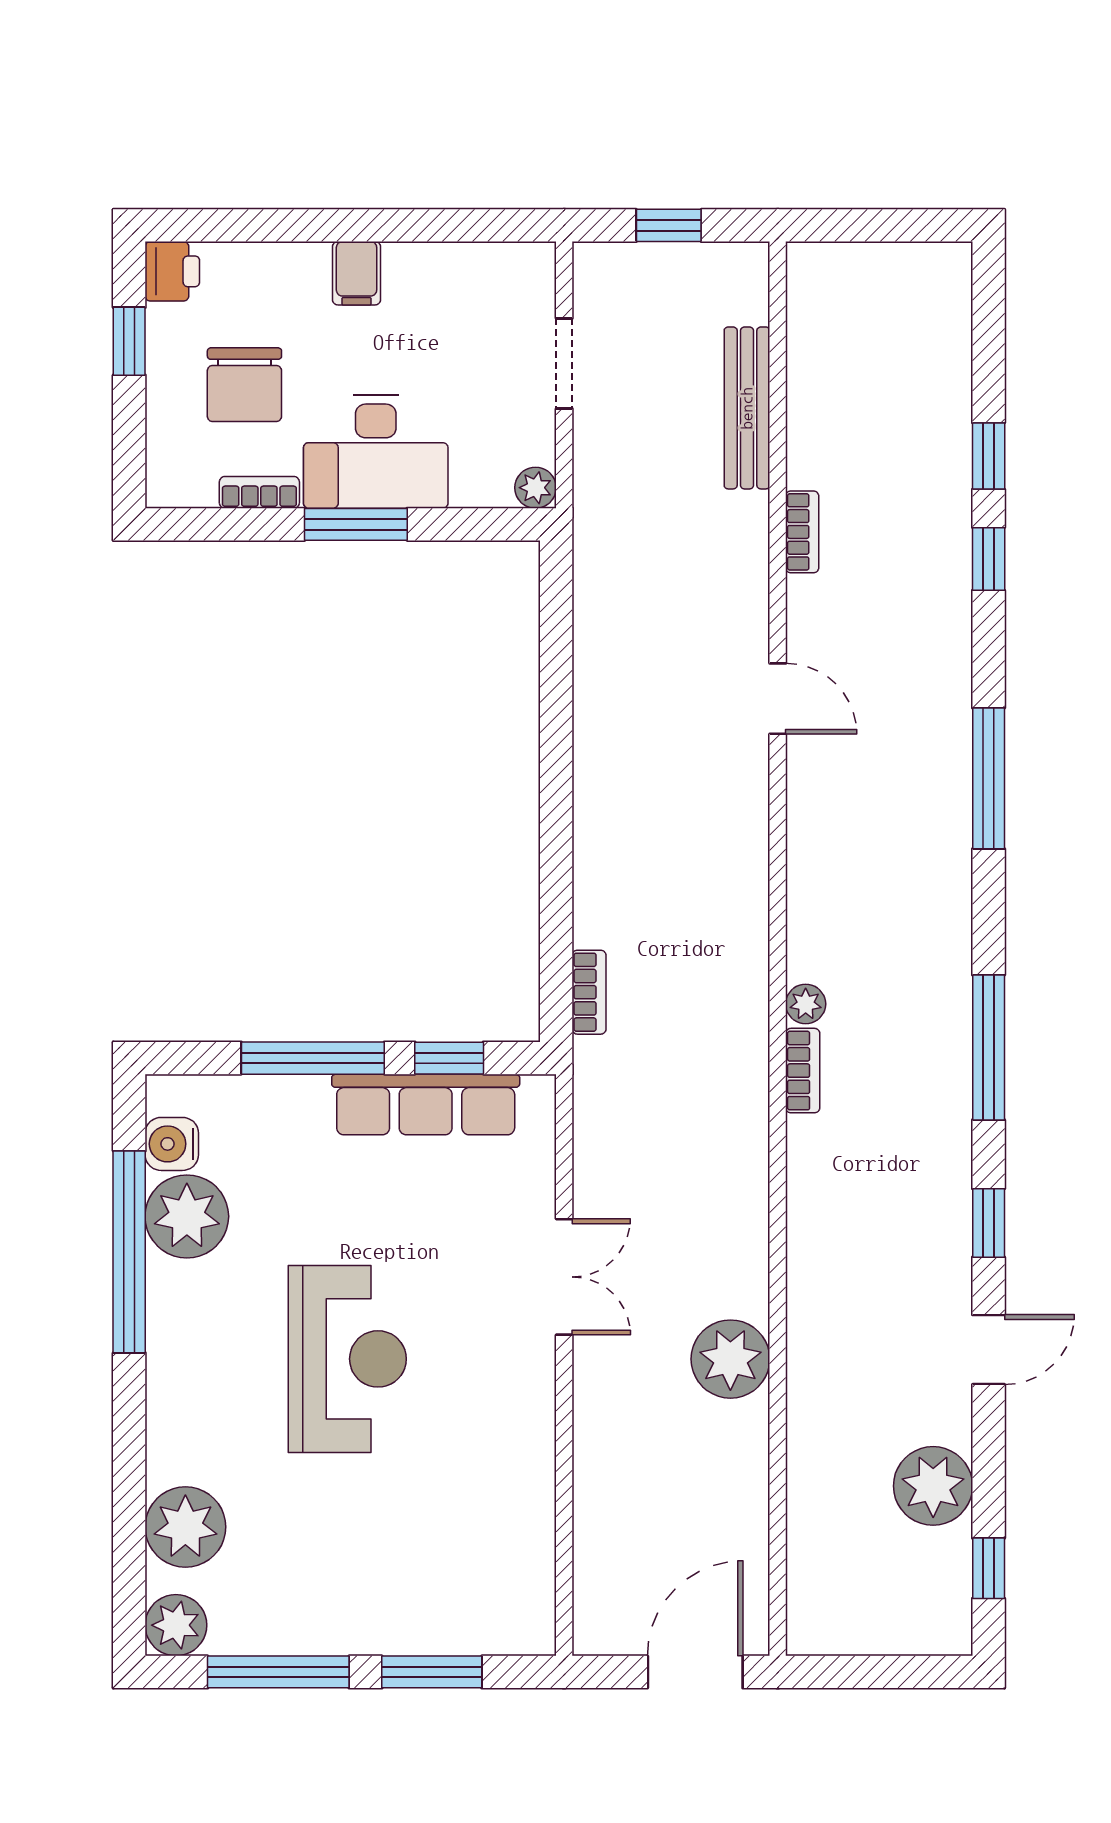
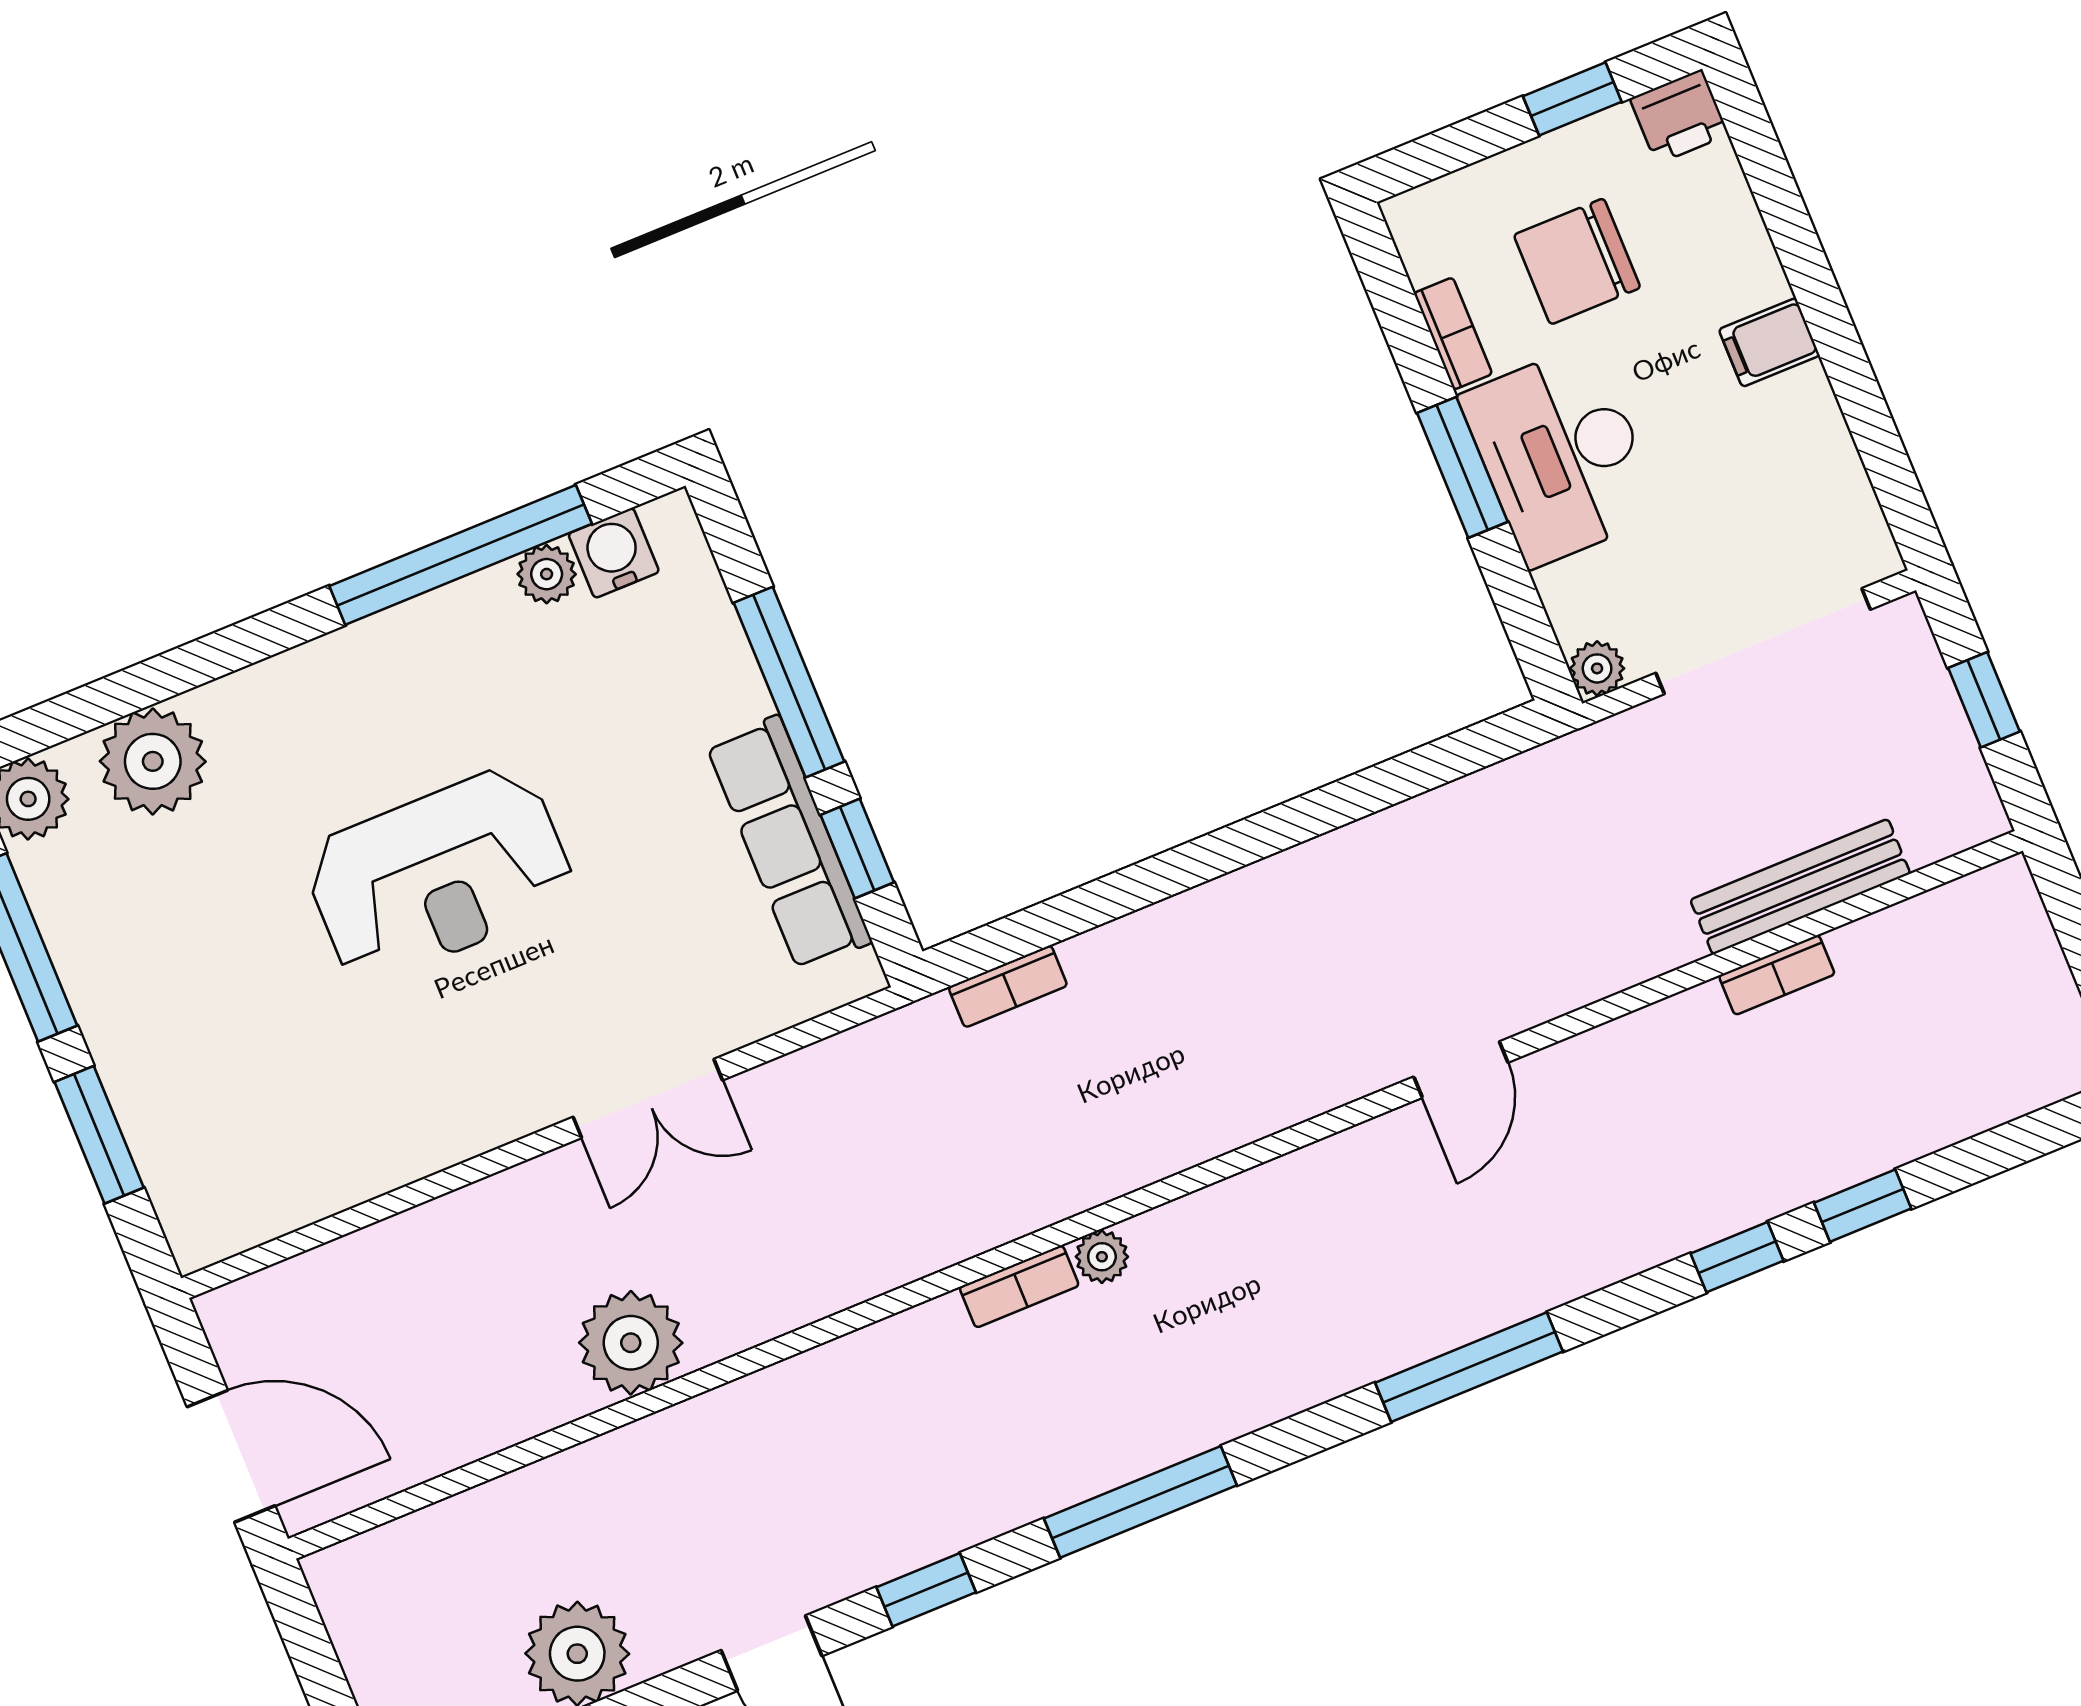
doorway: (564, 363) -> (1763, 641), width x1.87
bookcase: (802, 532) -> (1777, 975), moved
plant: (187, 1216) -> (547, 574), width x0.53, depth x0.53

